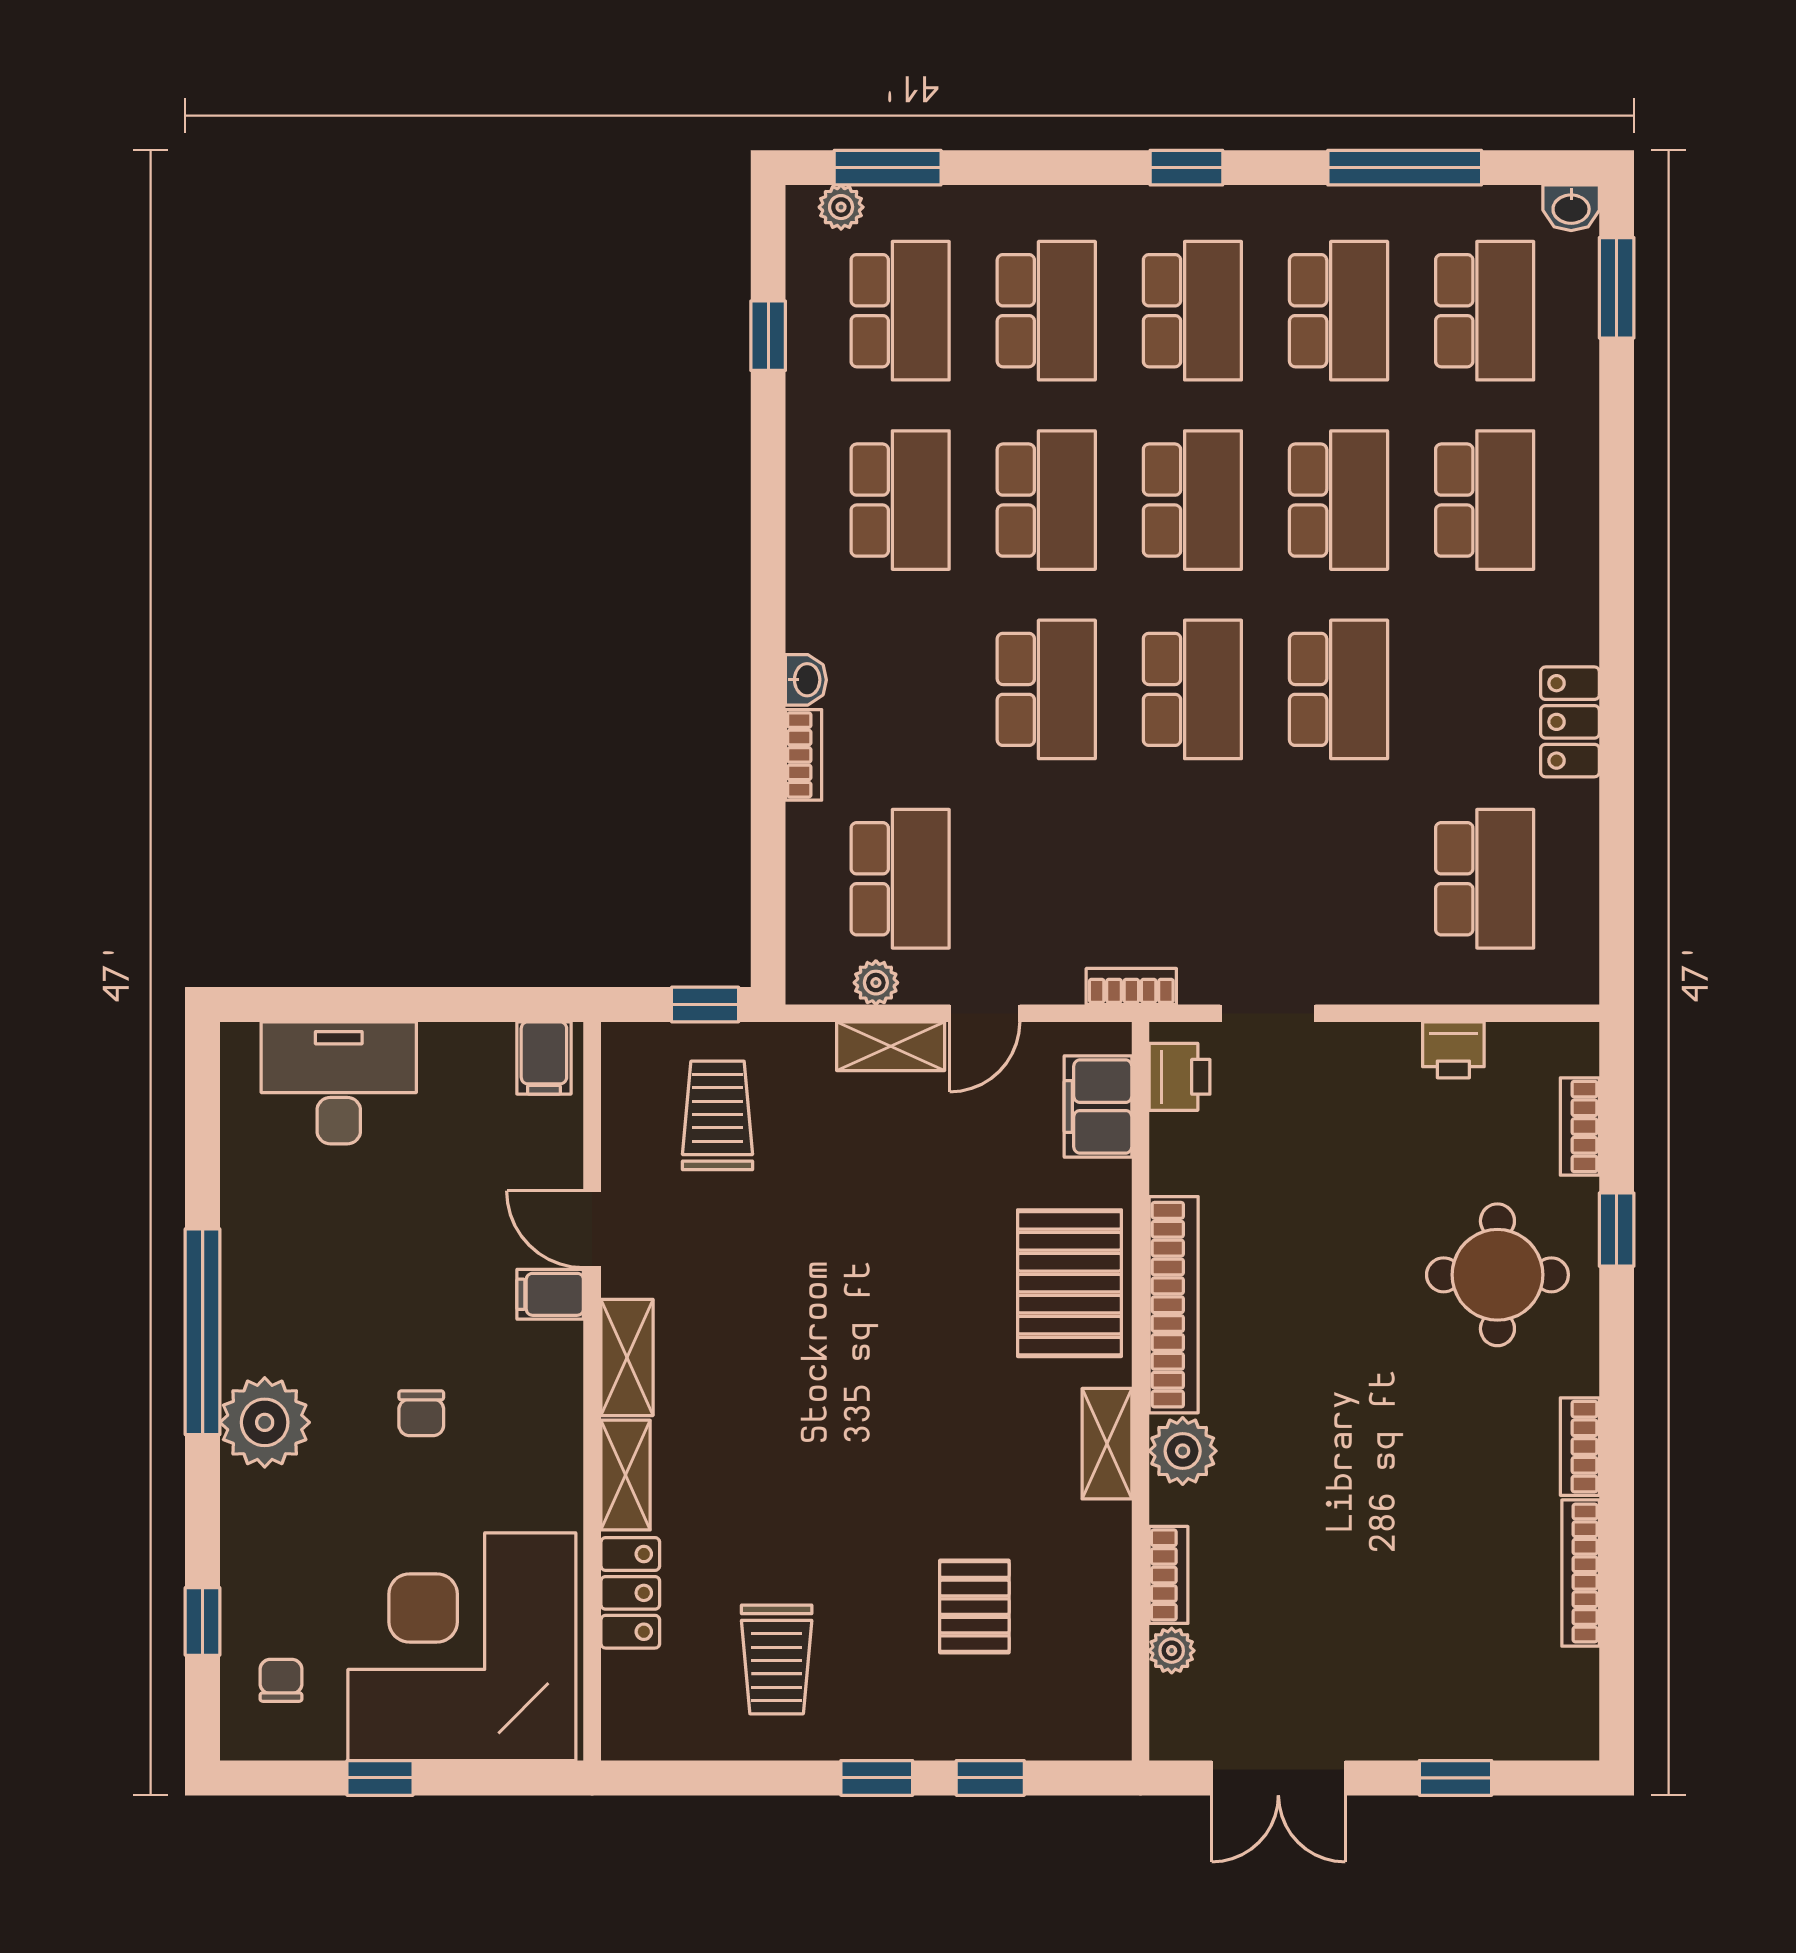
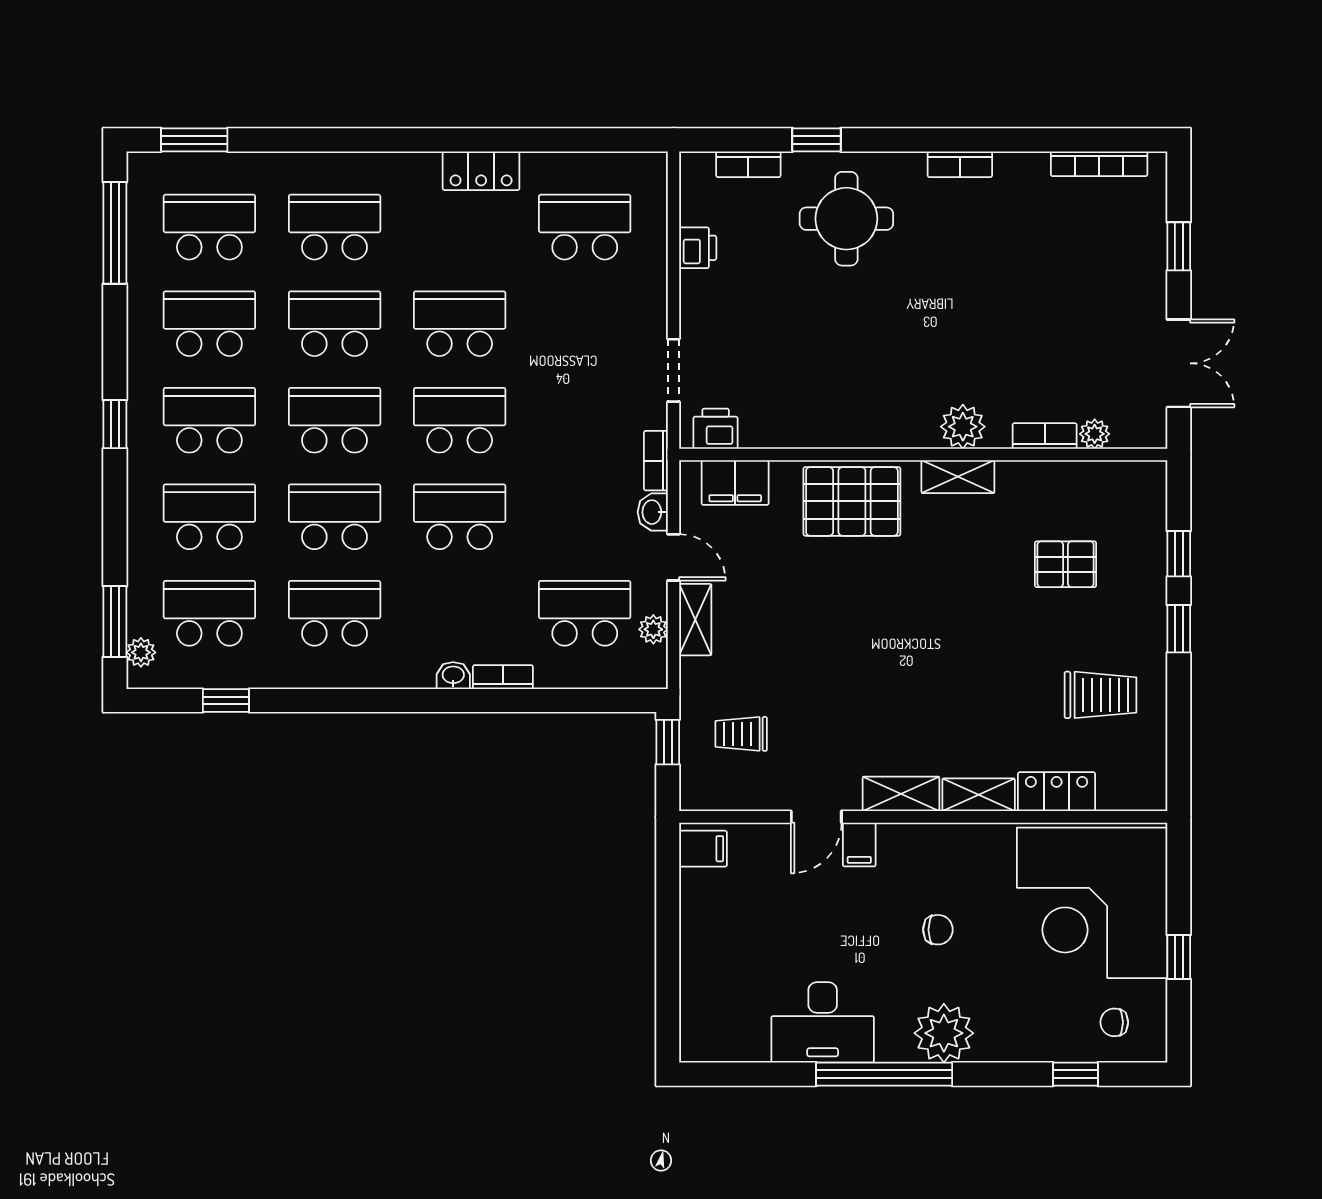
window: (1405, 168) -> (115, 233), moved
washbasin: (1571, 208) -> (653, 512), moved, turned 180
desk: (339, 1083) -> (823, 1022), moved, turned -90
trolley: (718, 1115) -> (741, 734), width x0.73, depth x0.72
bookcase: (1174, 1305) -> (866, 433), removed
bookcase: (1581, 1573) -> (1099, 164), moved

